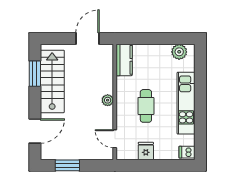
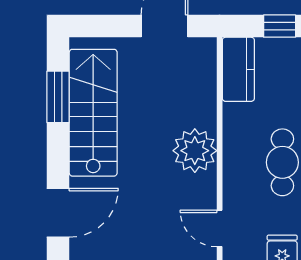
window: (144, 39) -> (280, 26), added
plant: (108, 100) -> (195, 151), width x1.87, depth x1.87

